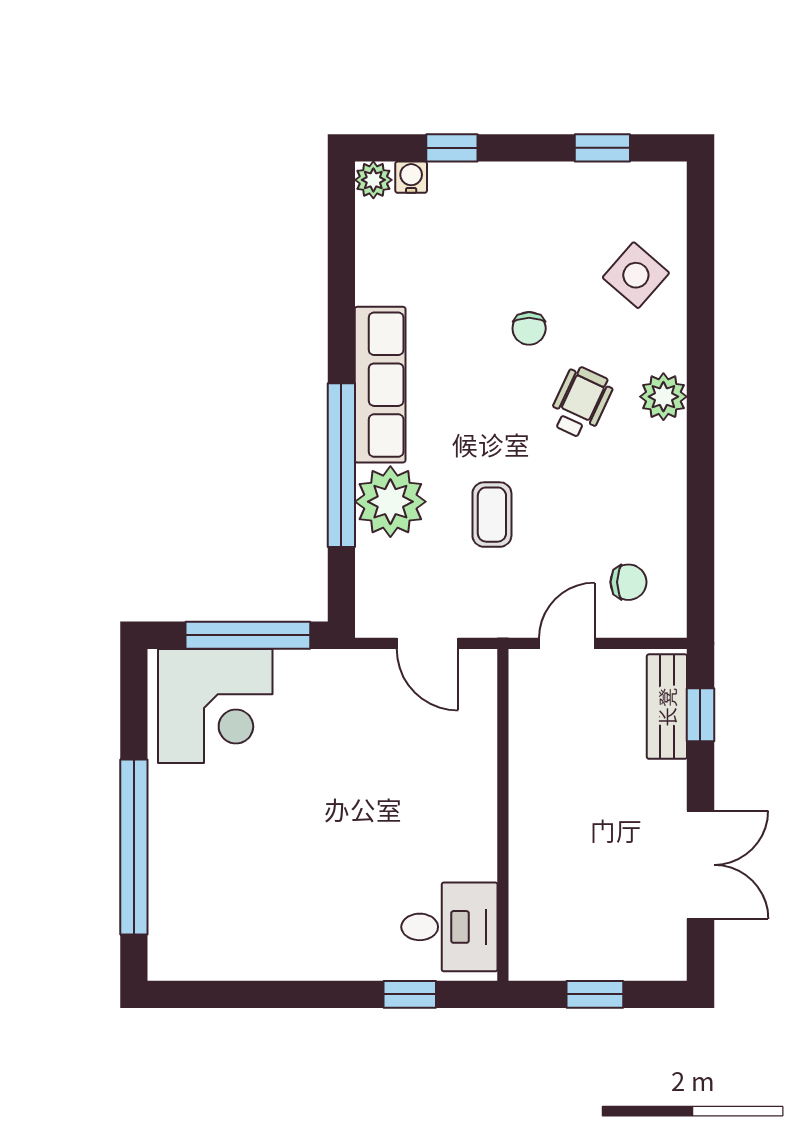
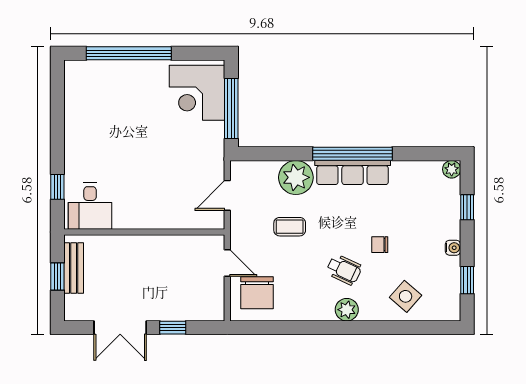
water cooler: (411, 177) -> (453, 248), moved
window: (341, 465) -> (353, 154), moved
chair: (628, 582) -> (257, 293), width x1.87, depth x1.87
bench: (667, 707) -> (74, 268), moved, turned 90
window: (700, 715) -> (173, 328), moved

